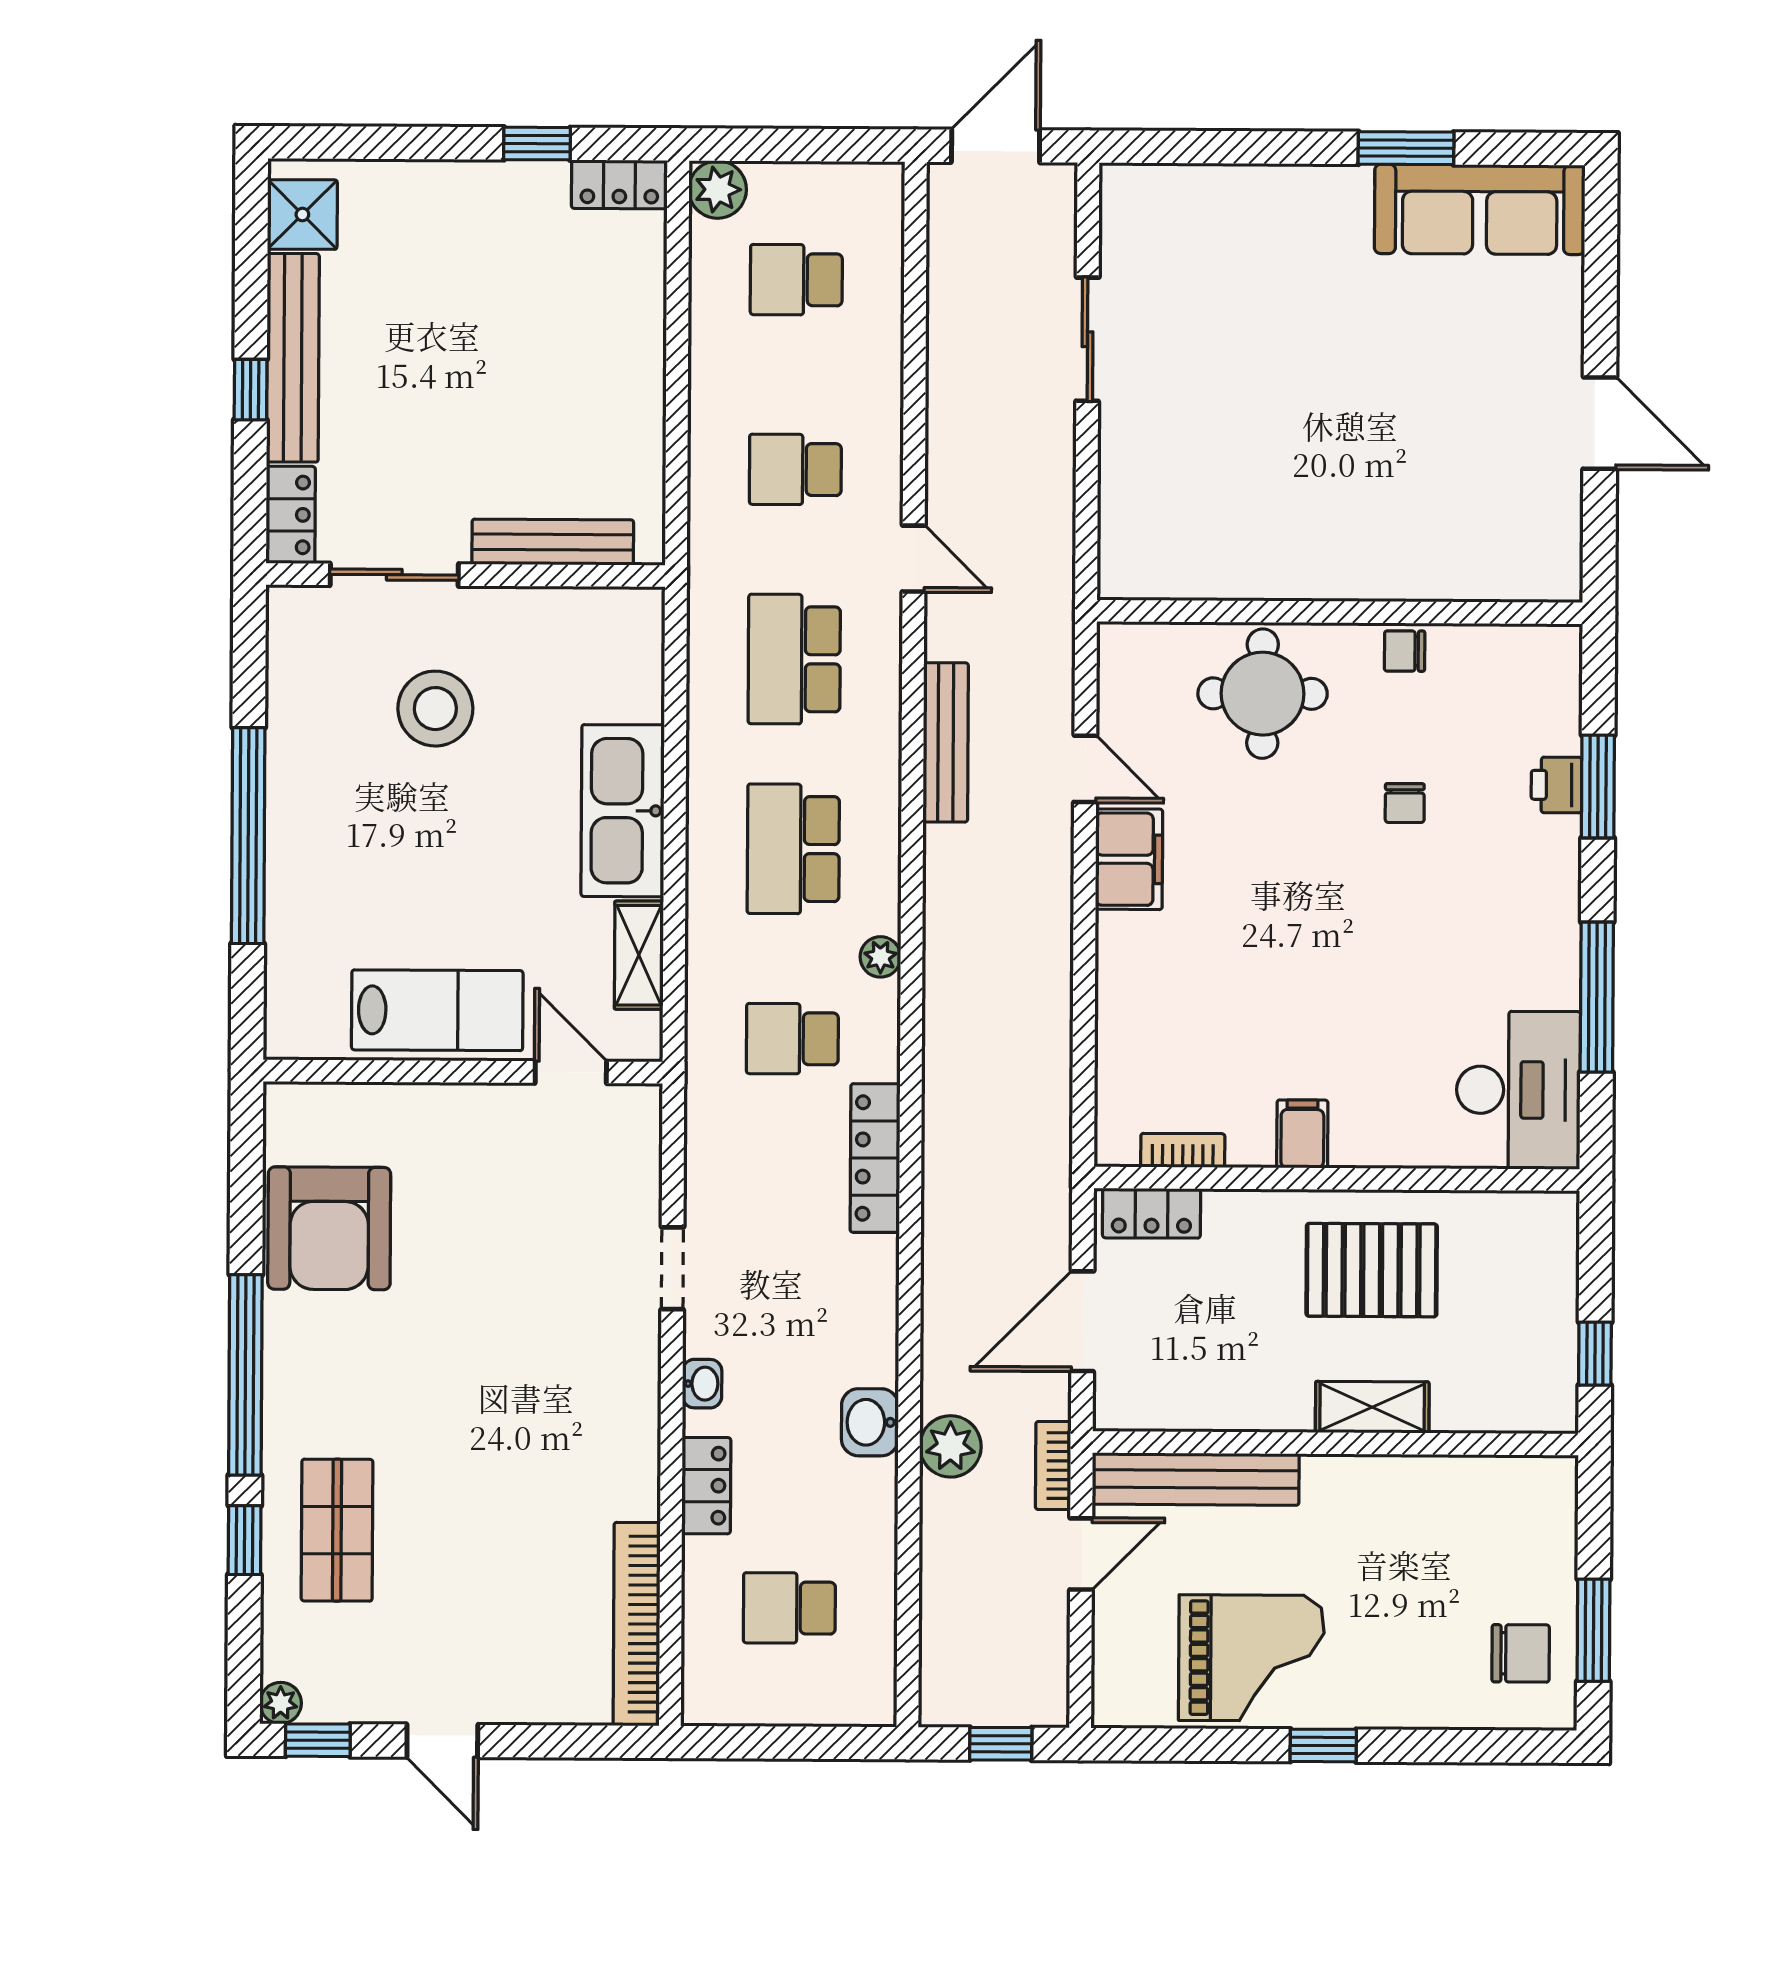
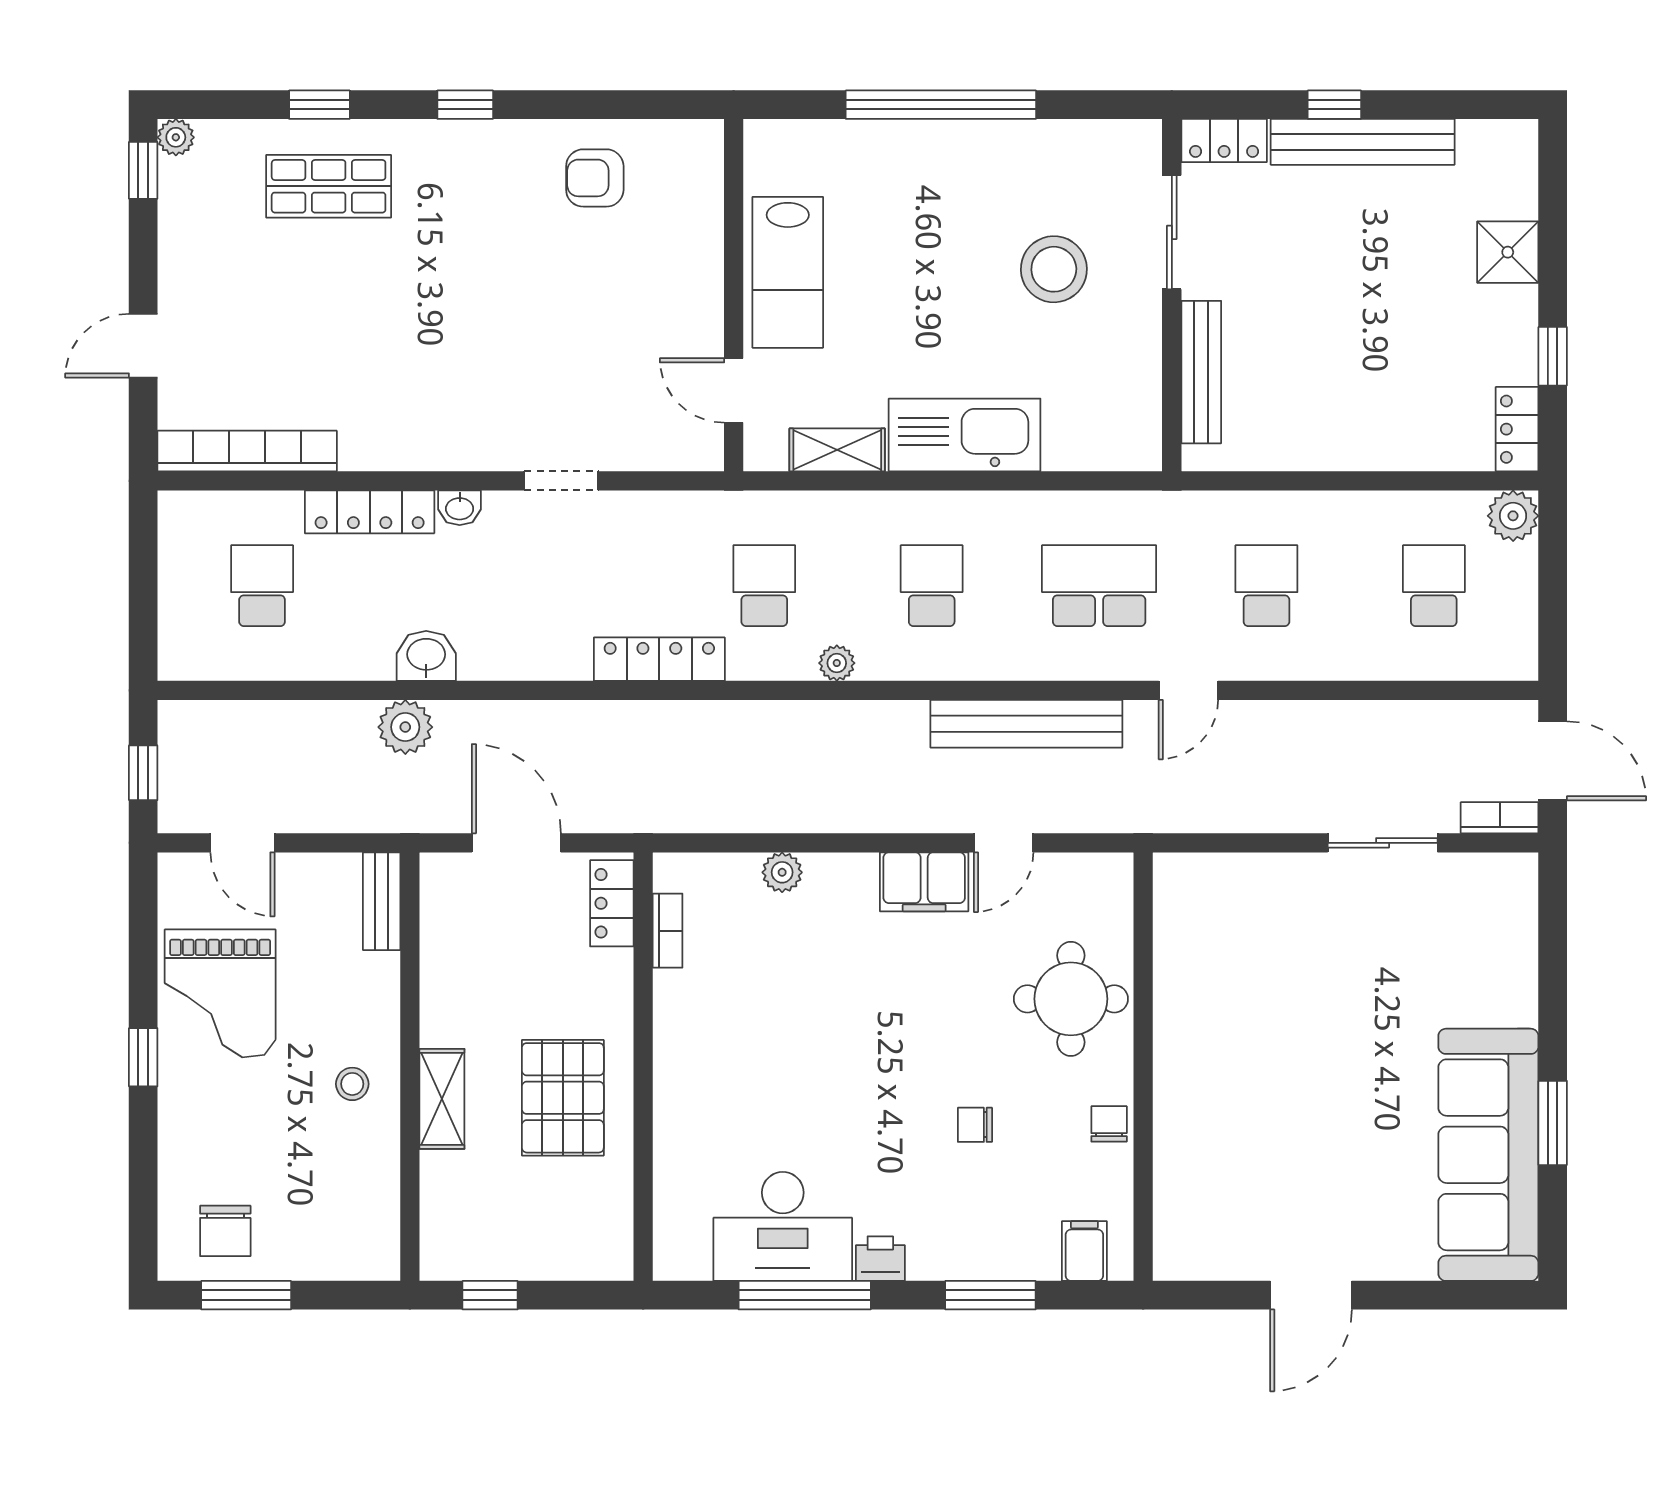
sofa: (1480, 209) -> (1488, 1155), width x1.36, depth x1.27
shower: (302, 214) -> (1508, 252), moved
bench: (946, 742) -> (1026, 724), width x1.37, depth x1.21
printer: (1556, 785) -> (880, 1259), moved
school desk: (793, 849) -> (932, 586), width x0.54
plant: (1117, 1020) -> (782, 872), added
door: (571, 1072) -> (734, 390), swing flipped
desk: (1518, 1090) -> (783, 1226), moved
filing cabinet: (1302, 1134) -> (1084, 1251), moved, turned -90
armchair: (329, 1228) -> (595, 178), width x0.53, depth x0.53
window: (245, 1375) -> (465, 105), width x0.32
bookcase: (1053, 1466) -> (1500, 818), moved
bench: (1196, 1479) -> (382, 901), width x0.54, depth x0.82
locker: (706, 1486) -> (370, 512), width x1.53
stool: (1355, 1509) -> (352, 1084), added
door: (1081, 1554) -> (243, 843), moved
door: (442, 1741) -> (143, 346), moved

